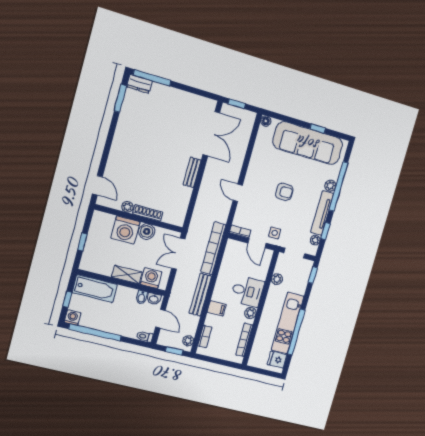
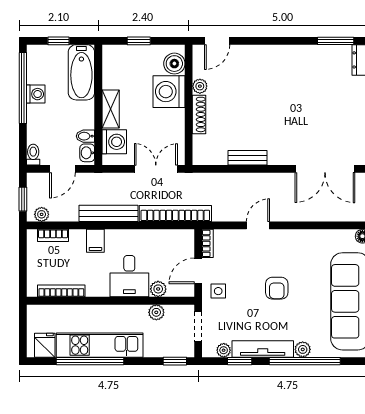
bench: (192, 172) -> (247, 158), moved
boiler: (147, 231) -> (174, 64), moved
plant: (250, 313) -> (158, 289), moved
washing machine: (72, 318) -> (36, 94), moved

